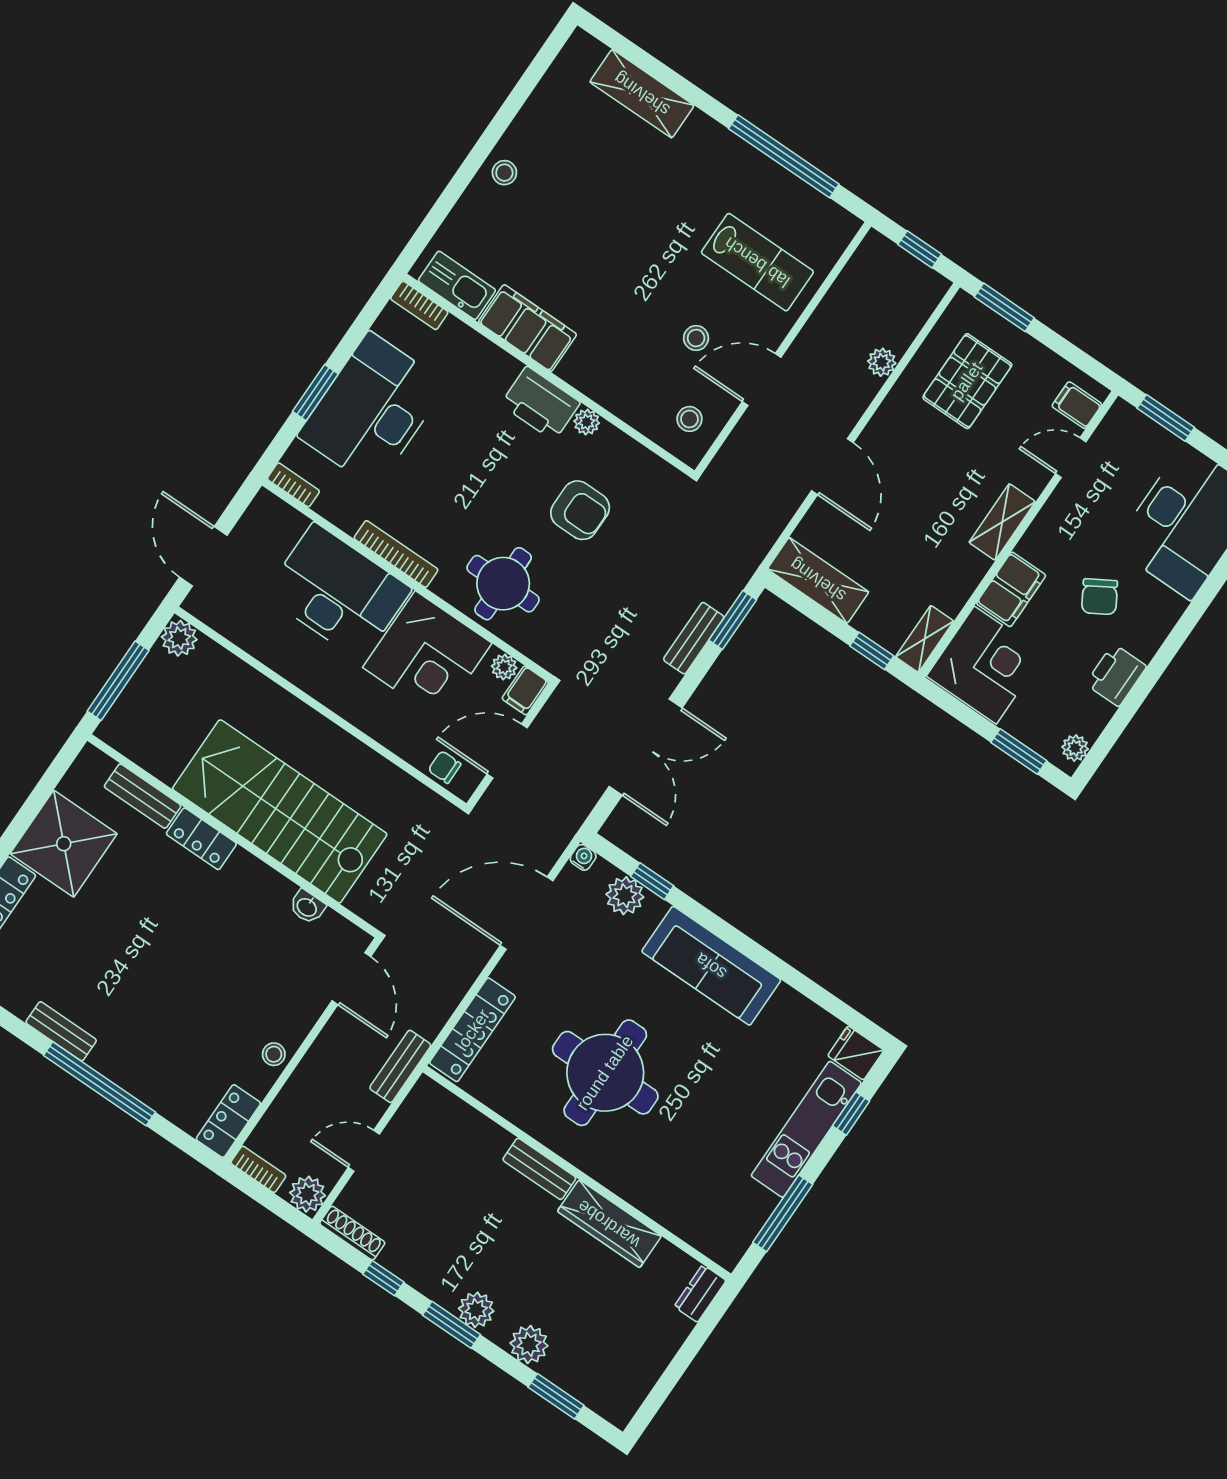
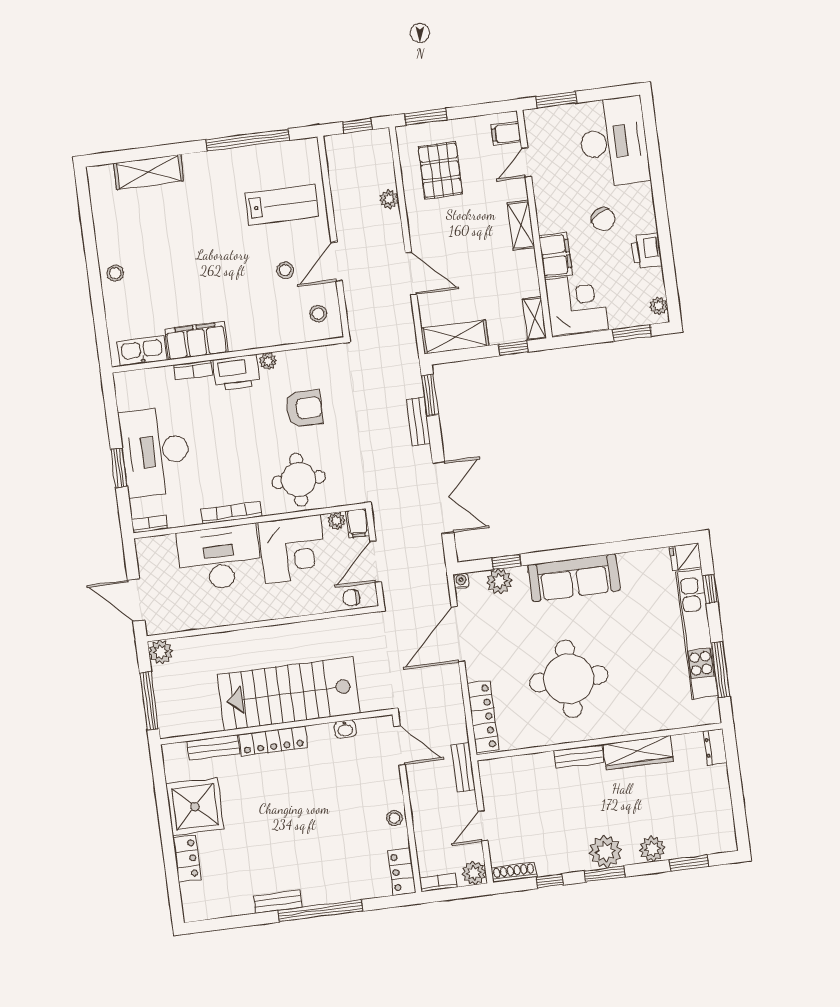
bookcase: (419, 305) -> (193, 370), moved
locker: (201, 839) -> (273, 741), width x1.53
kitchen unit: (806, 1129) -> (697, 634), width x1.36
plant: (476, 1310) -> (605, 852), width x1.36, depth x1.36

